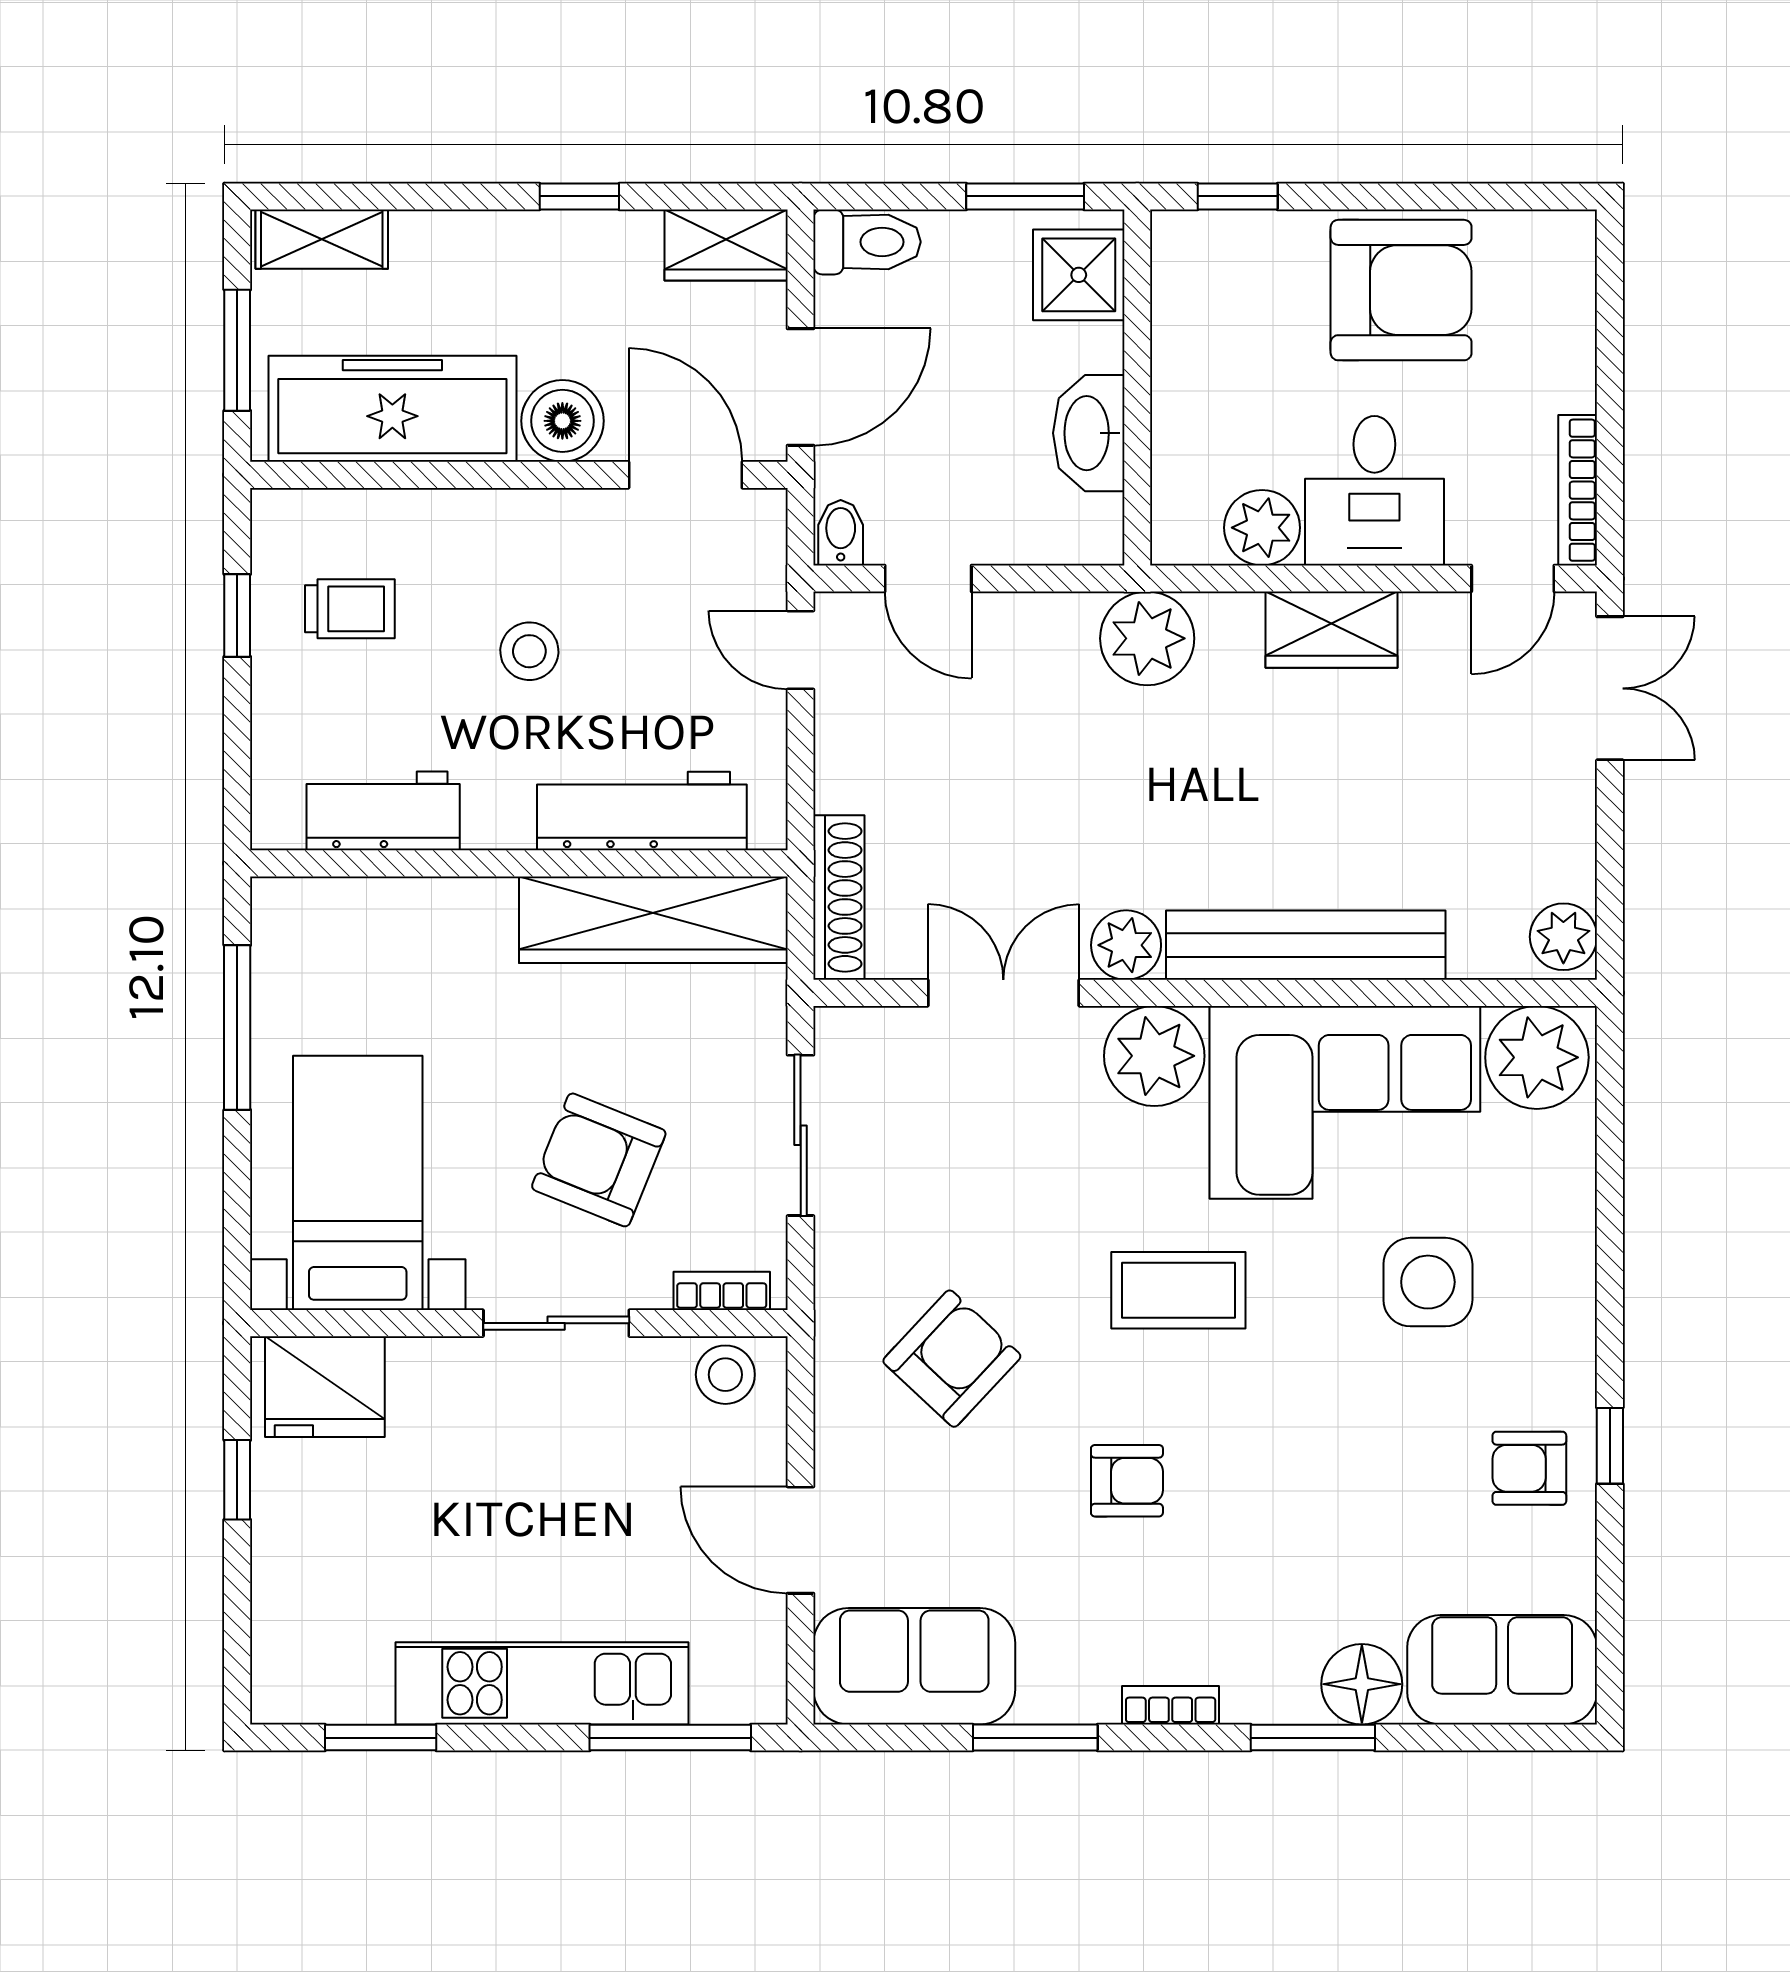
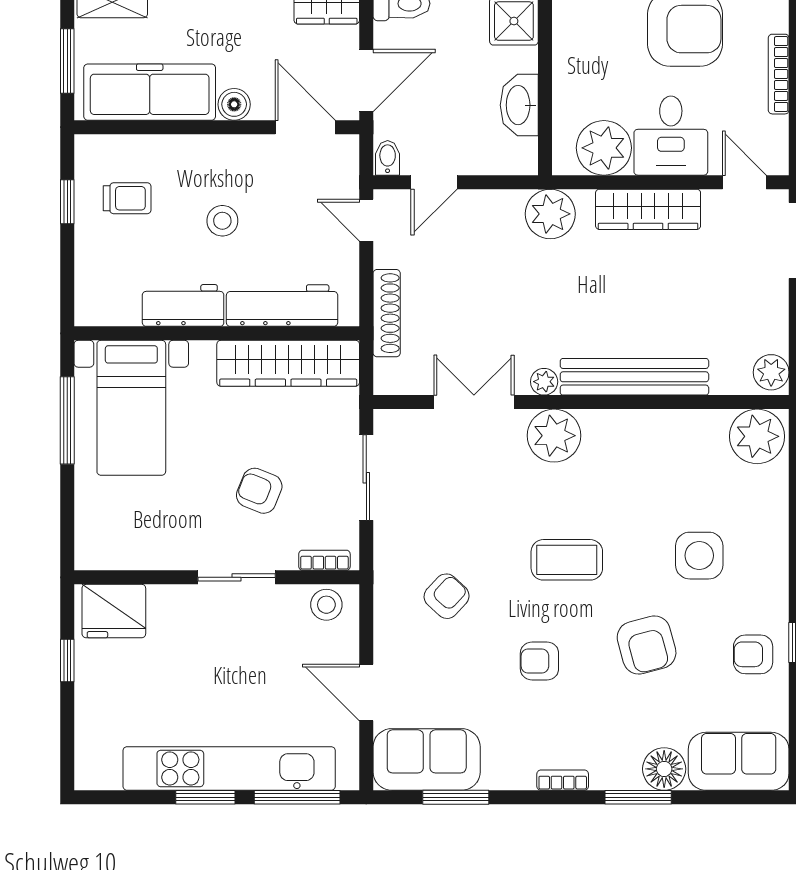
boiler: (562, 421) -> (234, 104), width x0.73, depth x0.73
bookcase: (1578, 490) -> (779, 74), moved
plant: (1262, 528) -> (604, 148), width x1.36, depth x1.36
door: (928, 578) -> (434, 182), hinge flipped
door: (1513, 578) -> (744, 182), swing flipped
wardrobe: (1331, 630) -> (648, 209), width x1.50
workbench: (383, 811) -> (183, 305), moved
shoe rack: (839, 897) -> (387, 313), moved
plant: (1126, 945) -> (544, 382), width x0.73, depth x0.73
corner sofa: (1345, 1102) -> (655, 460), removed
armchair: (599, 1160) -> (259, 491), width x0.72, depth x0.72
bed with nightstands: (358, 1183) -> (131, 408), moved, turned 180
armchair: (952, 1359) -> (447, 596), width x0.72, depth x0.72
armchair: (1329, 1451) -> (647, 645), added
armchair: (1127, 1481) -> (539, 661), turned 180
kitchen unit: (542, 1683) -> (229, 768), width x1.36
window: (381, 1738) -> (205, 797), moved
window: (1035, 1738) -> (456, 797), moved

